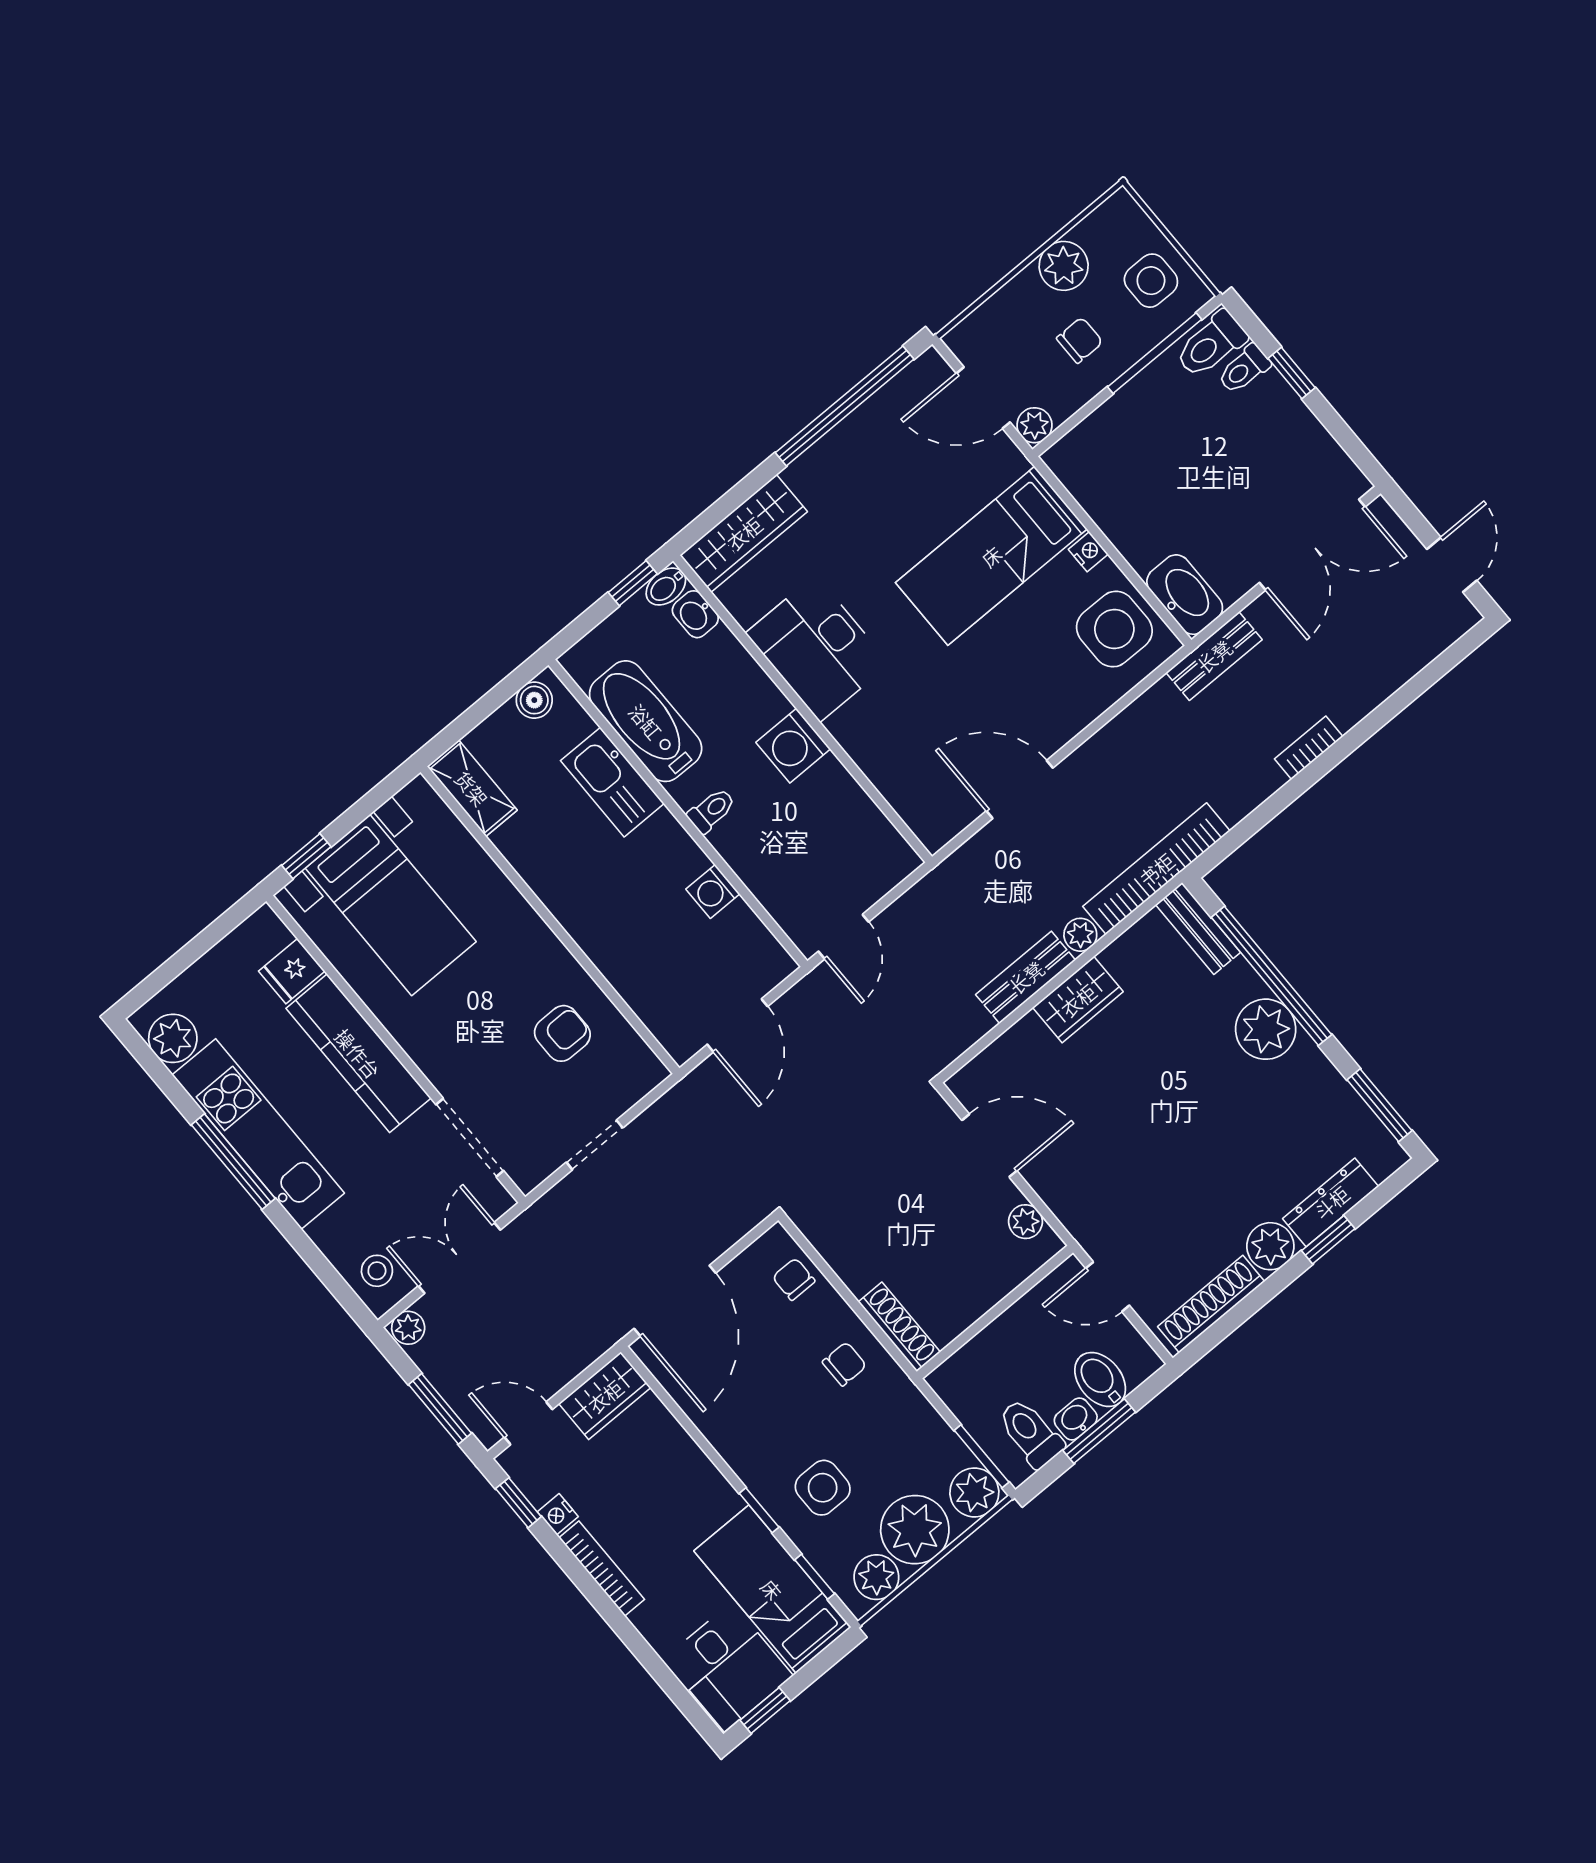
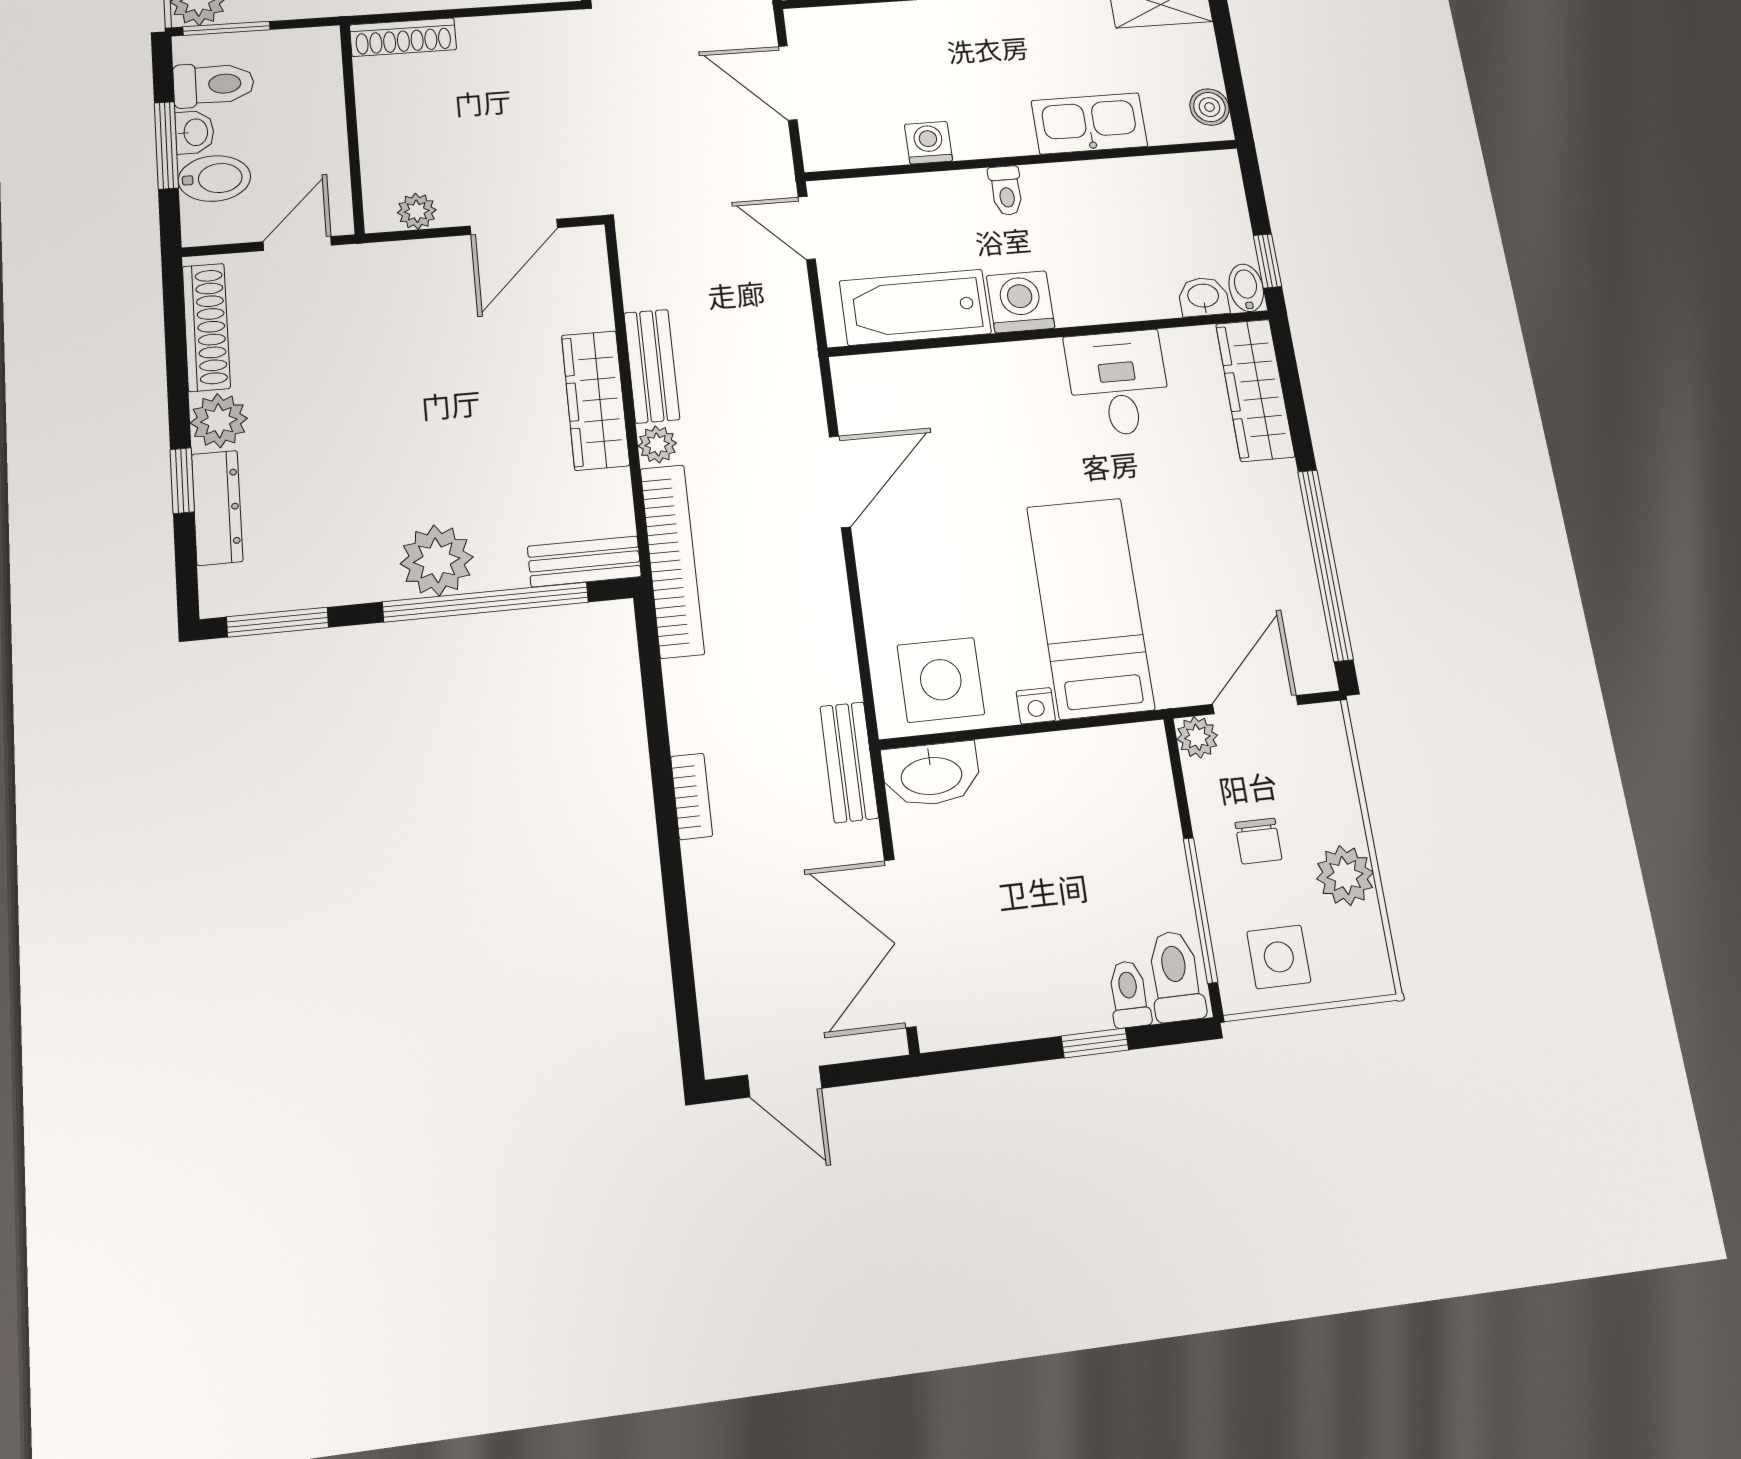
desk: (818, 648) -> (1118, 383), width x0.73
bathtub: (646, 721) -> (915, 307), moved, turned 180
wardrobe: (1078, 1000) -> (595, 400), width x1.50

